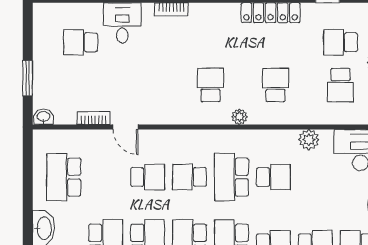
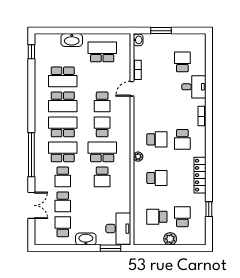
school desk: (210, 42) -> (182, 139), added
plant: (309, 140) -> (124, 198), removed

